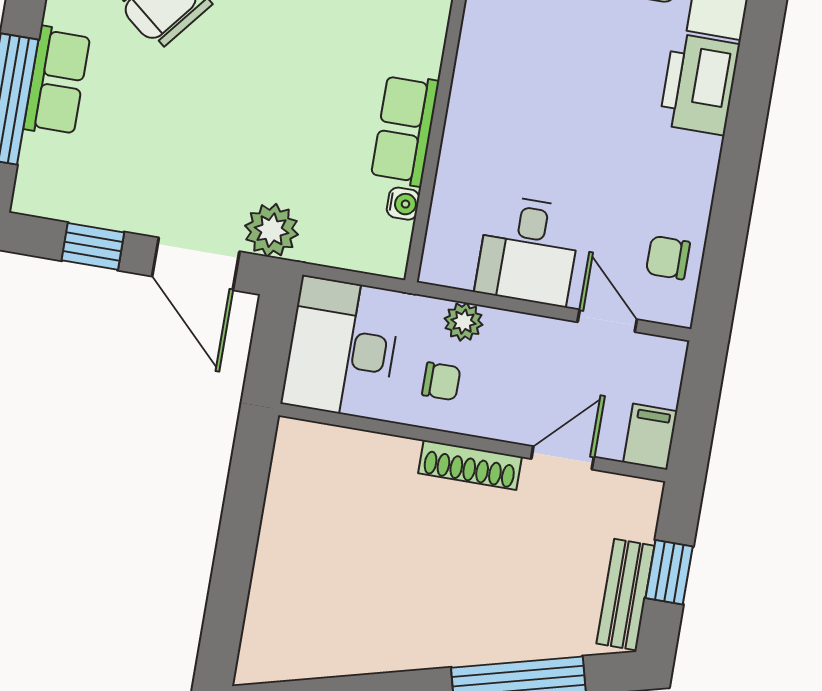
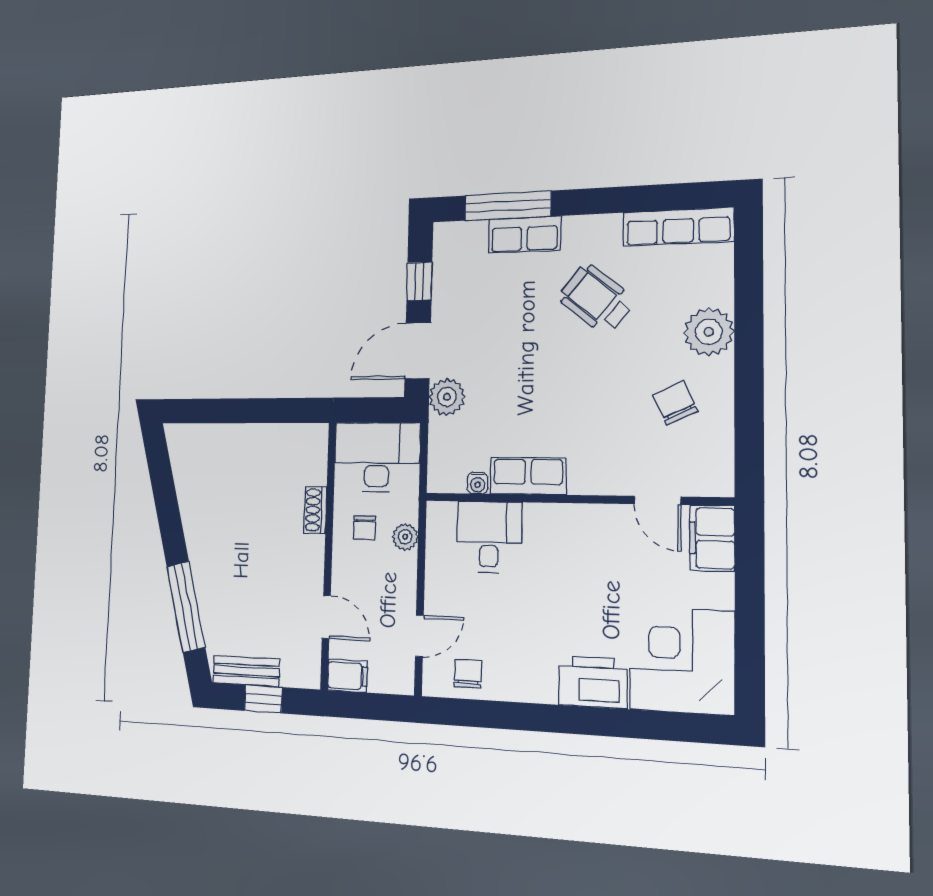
desk: (528, 251) -> (489, 537), moved, turned 90
shoe rack: (470, 465) -> (315, 510), moved, width x0.70

